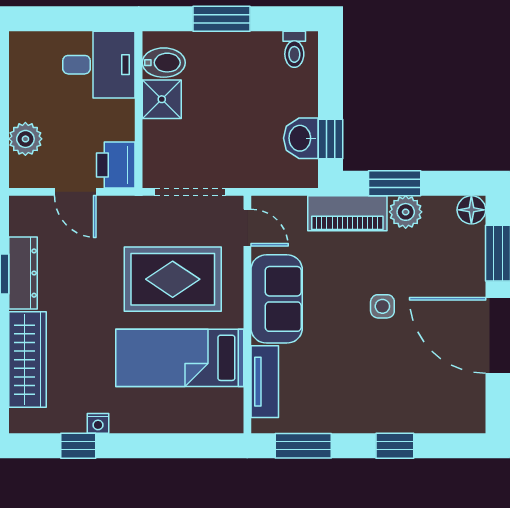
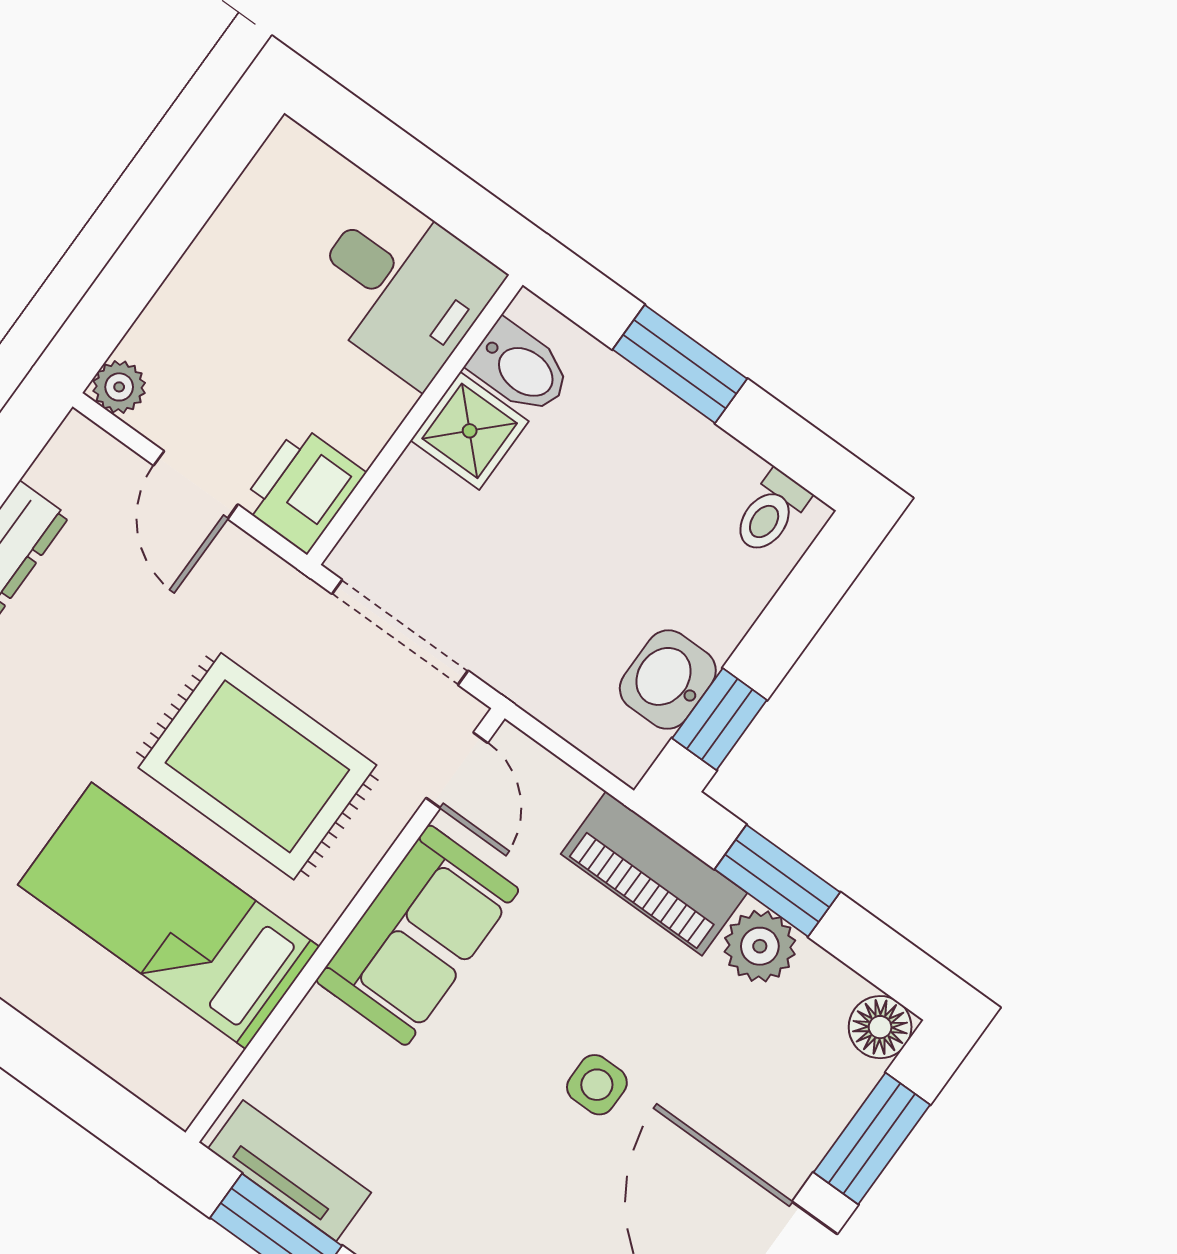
plant: (25, 139) -> (119, 387), moved, width x0.73, depth x0.73
tv unit: (265, 382) -> (290, 1171), moved, turned -90

